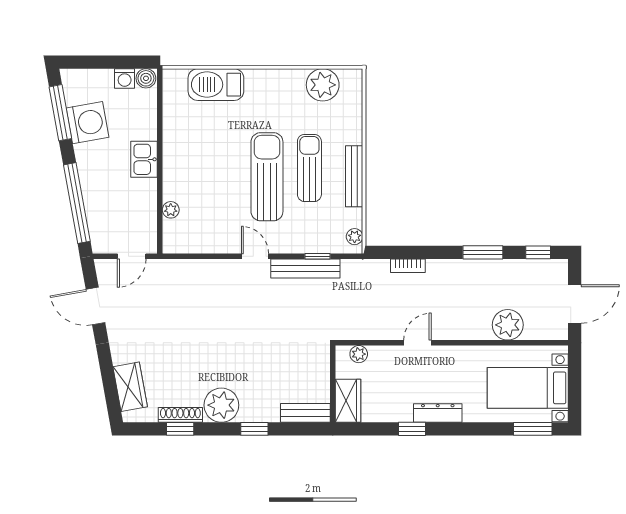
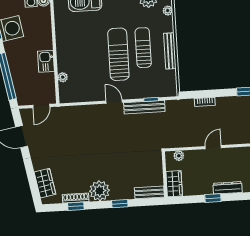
kitchen sink: (144, 159) -> (46, 61), moved
plant: (355, 237) -> (168, 11), moved

